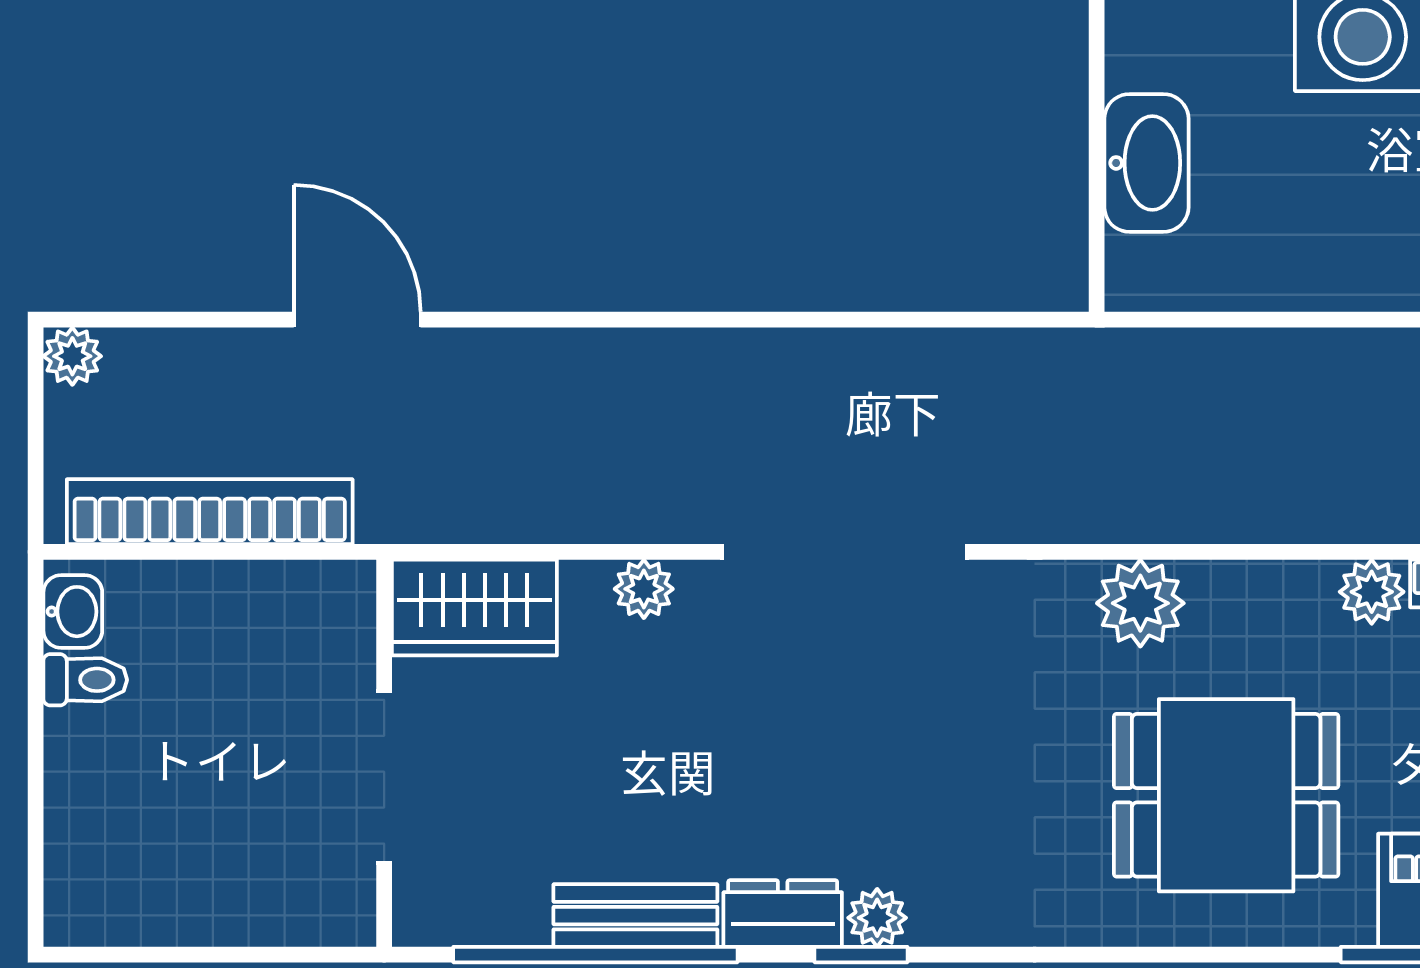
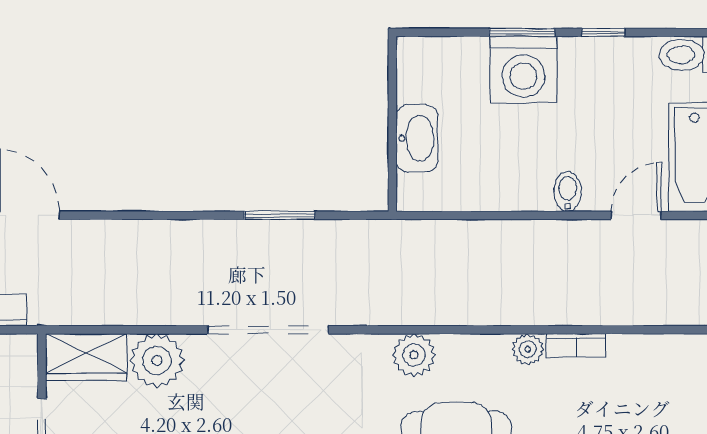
window: (868, 320) -> (280, 215), added
plant: (644, 589) -> (157, 361), width x1.88, depth x1.88

